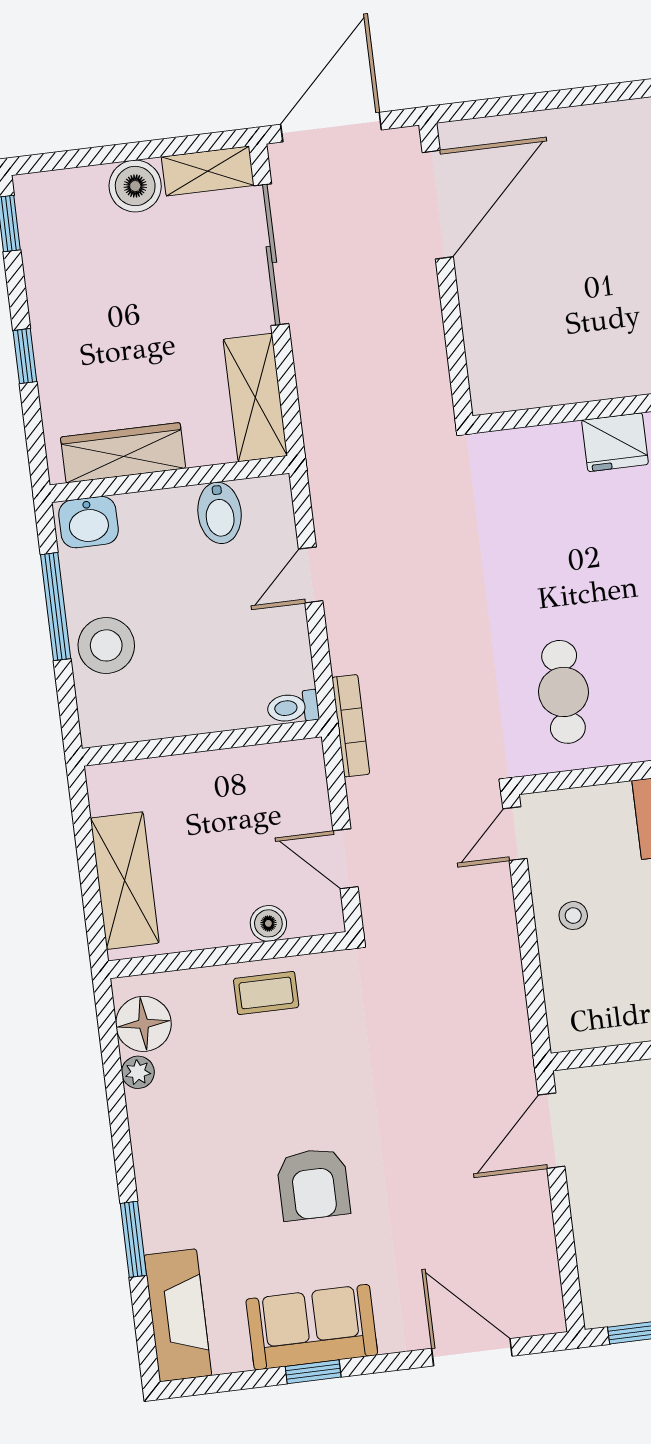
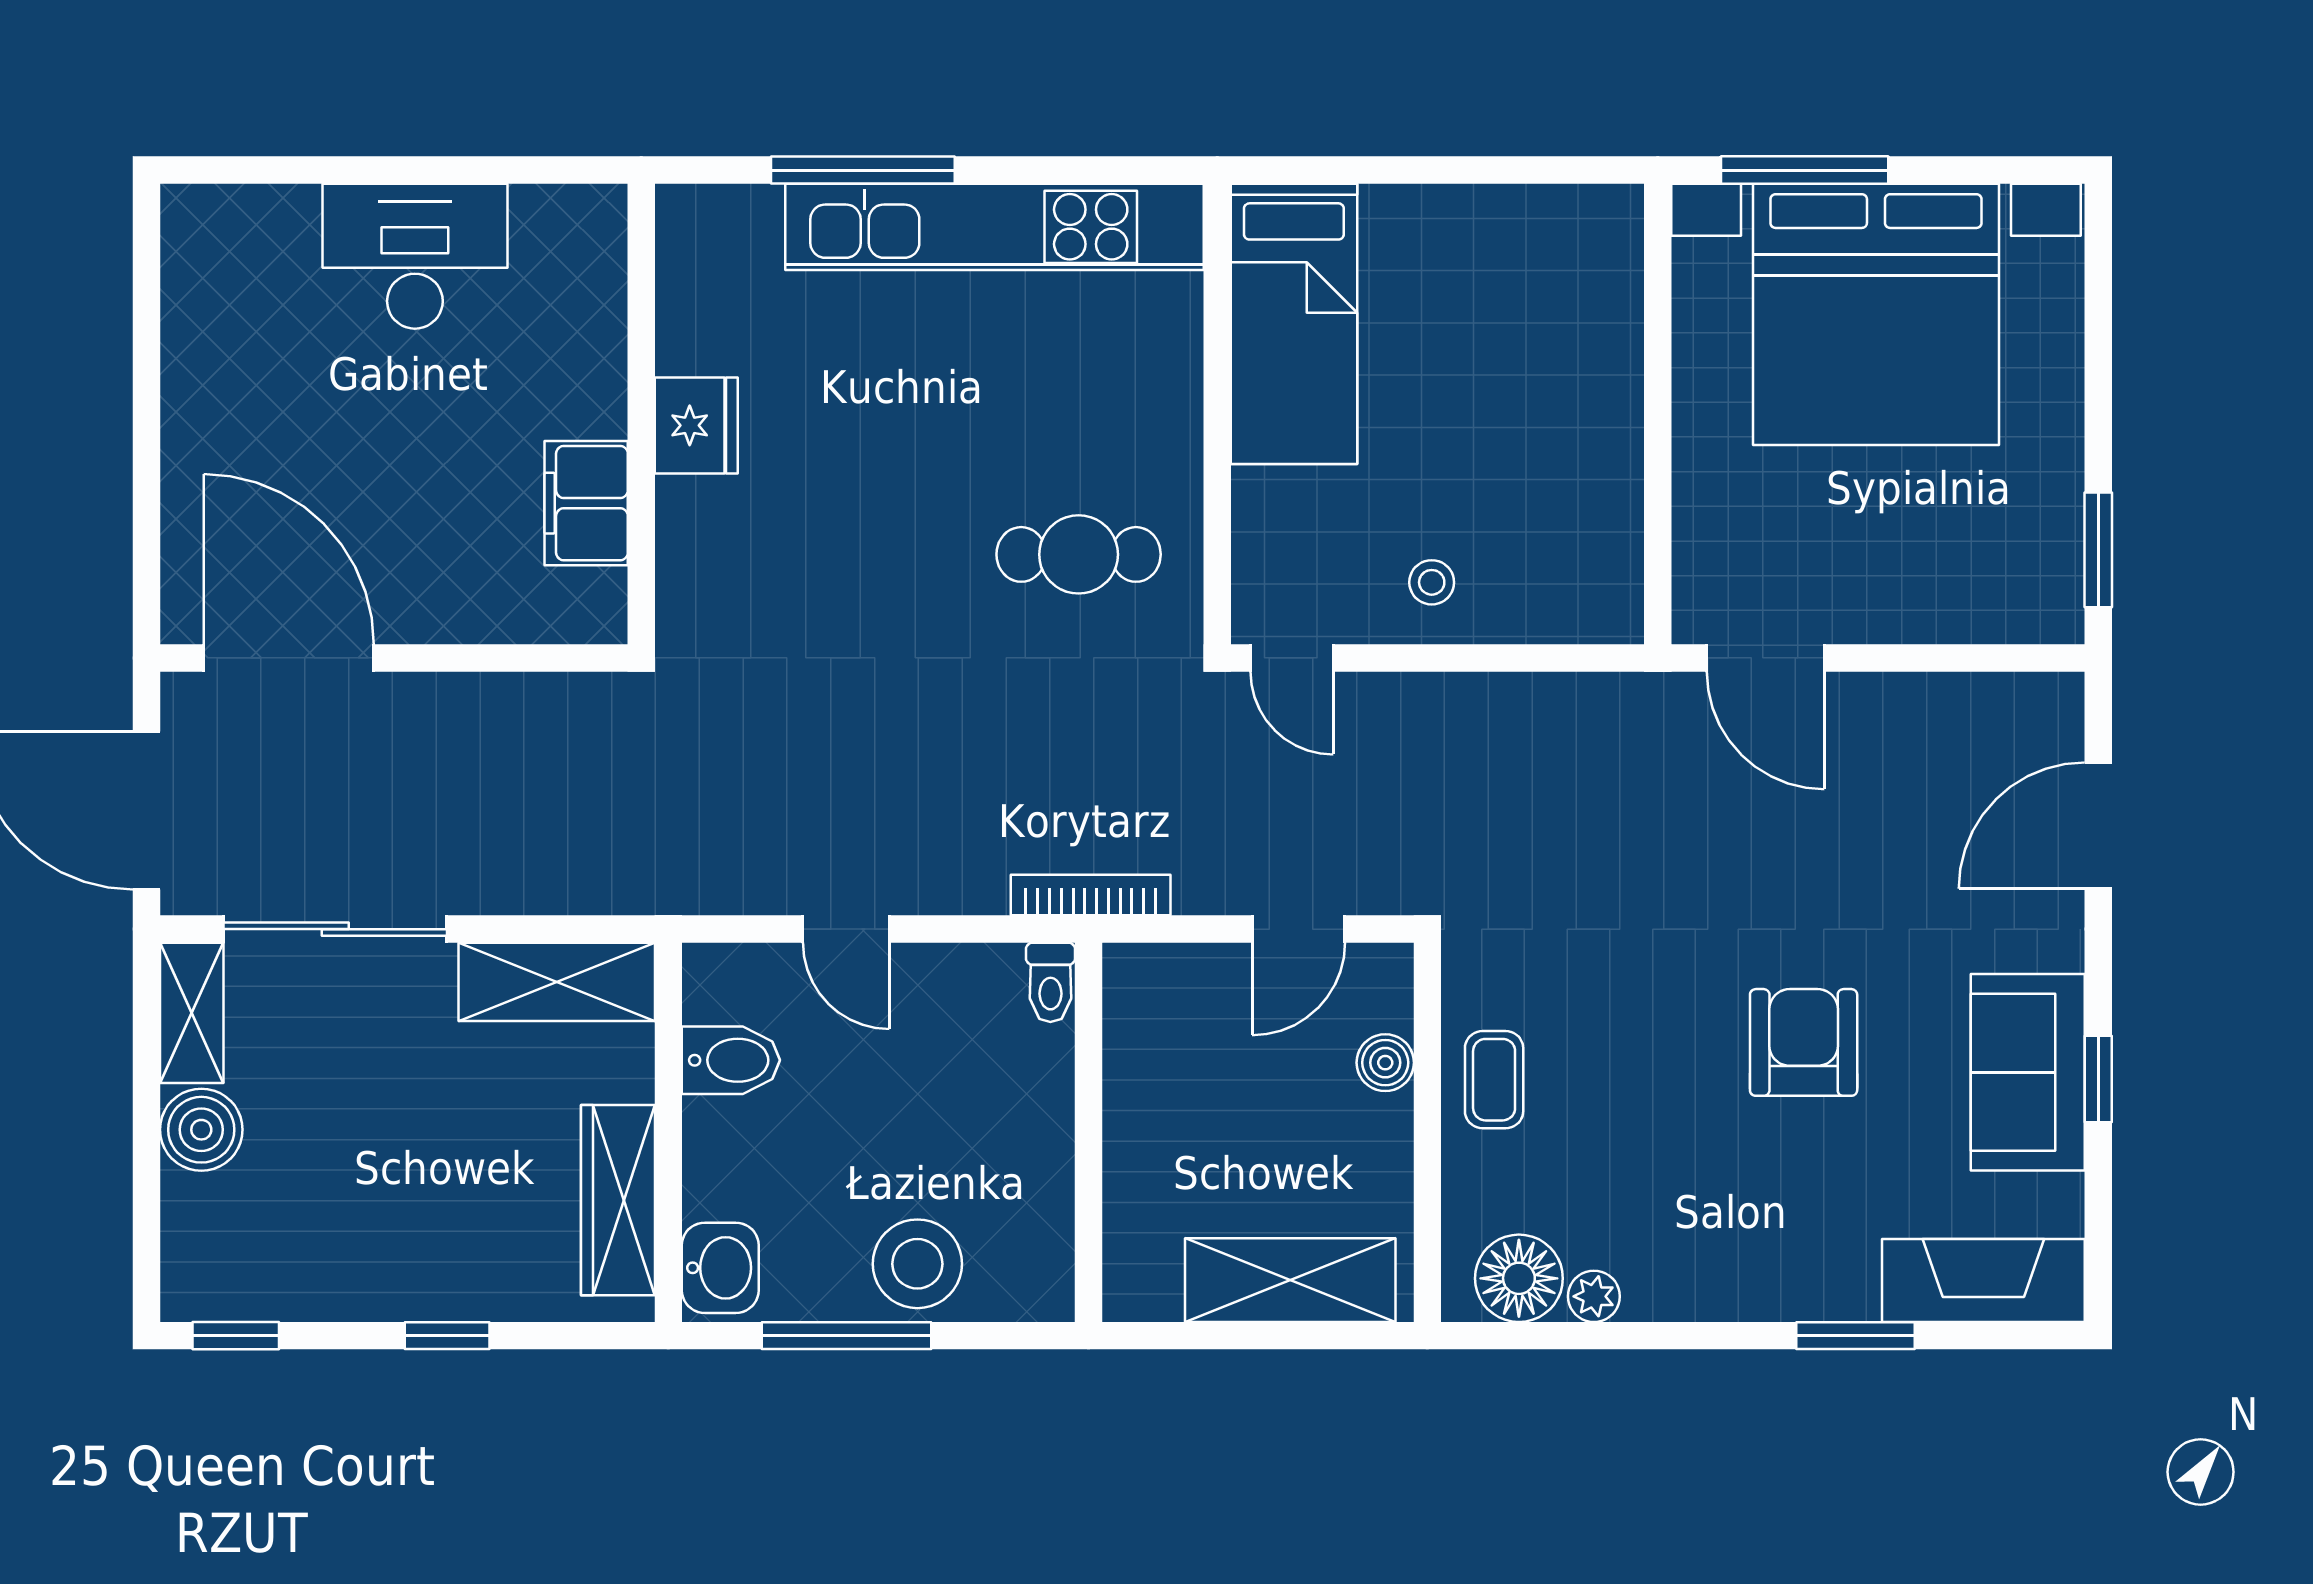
filing cabinet: (558, 379) -> (586, 503), added
armchair: (313, 1184) -> (1804, 1042), turned -90

